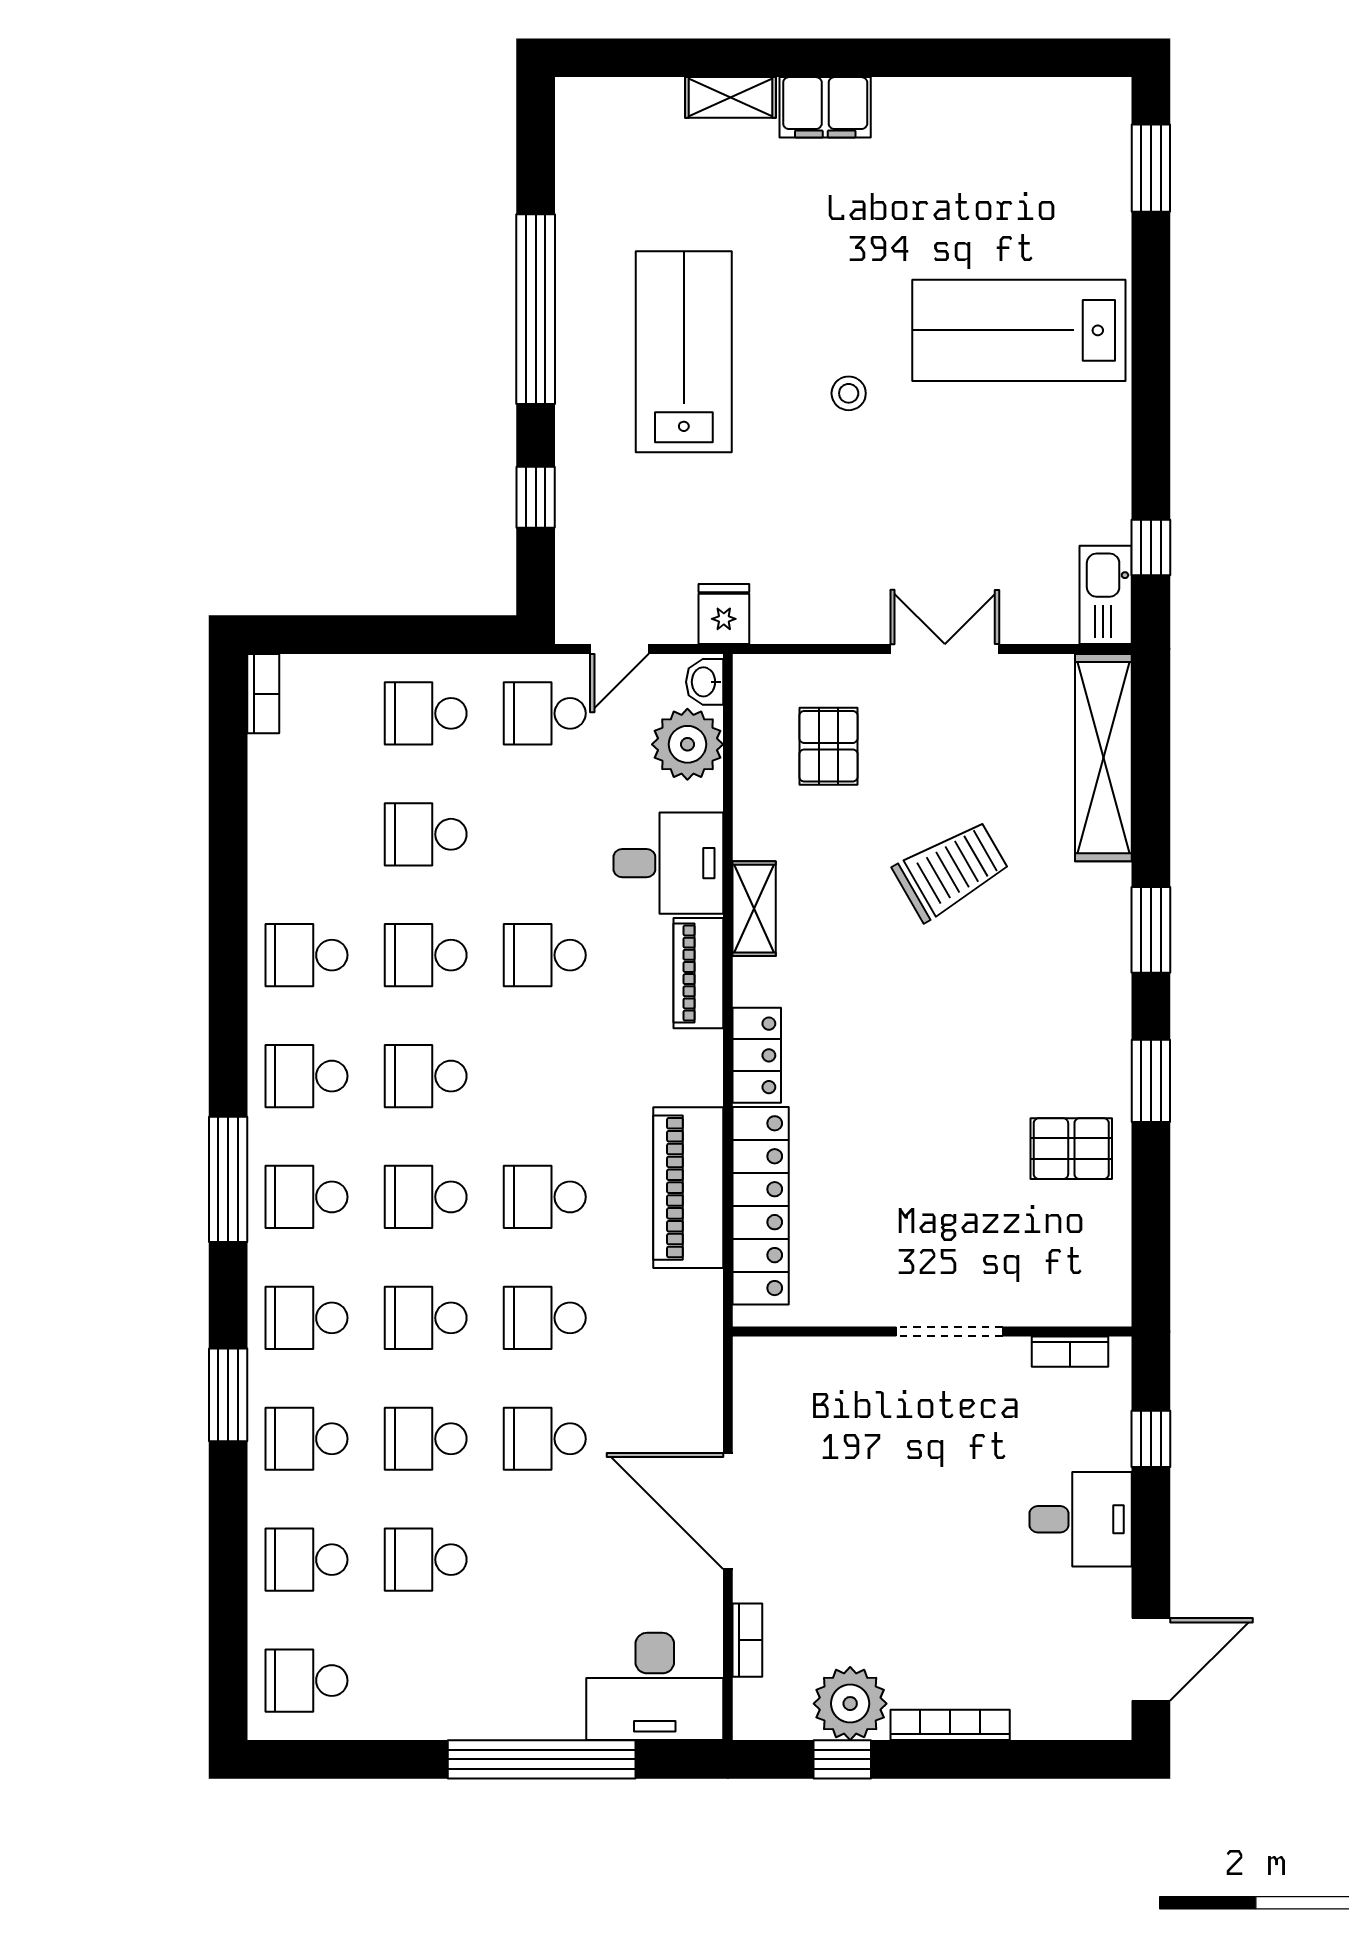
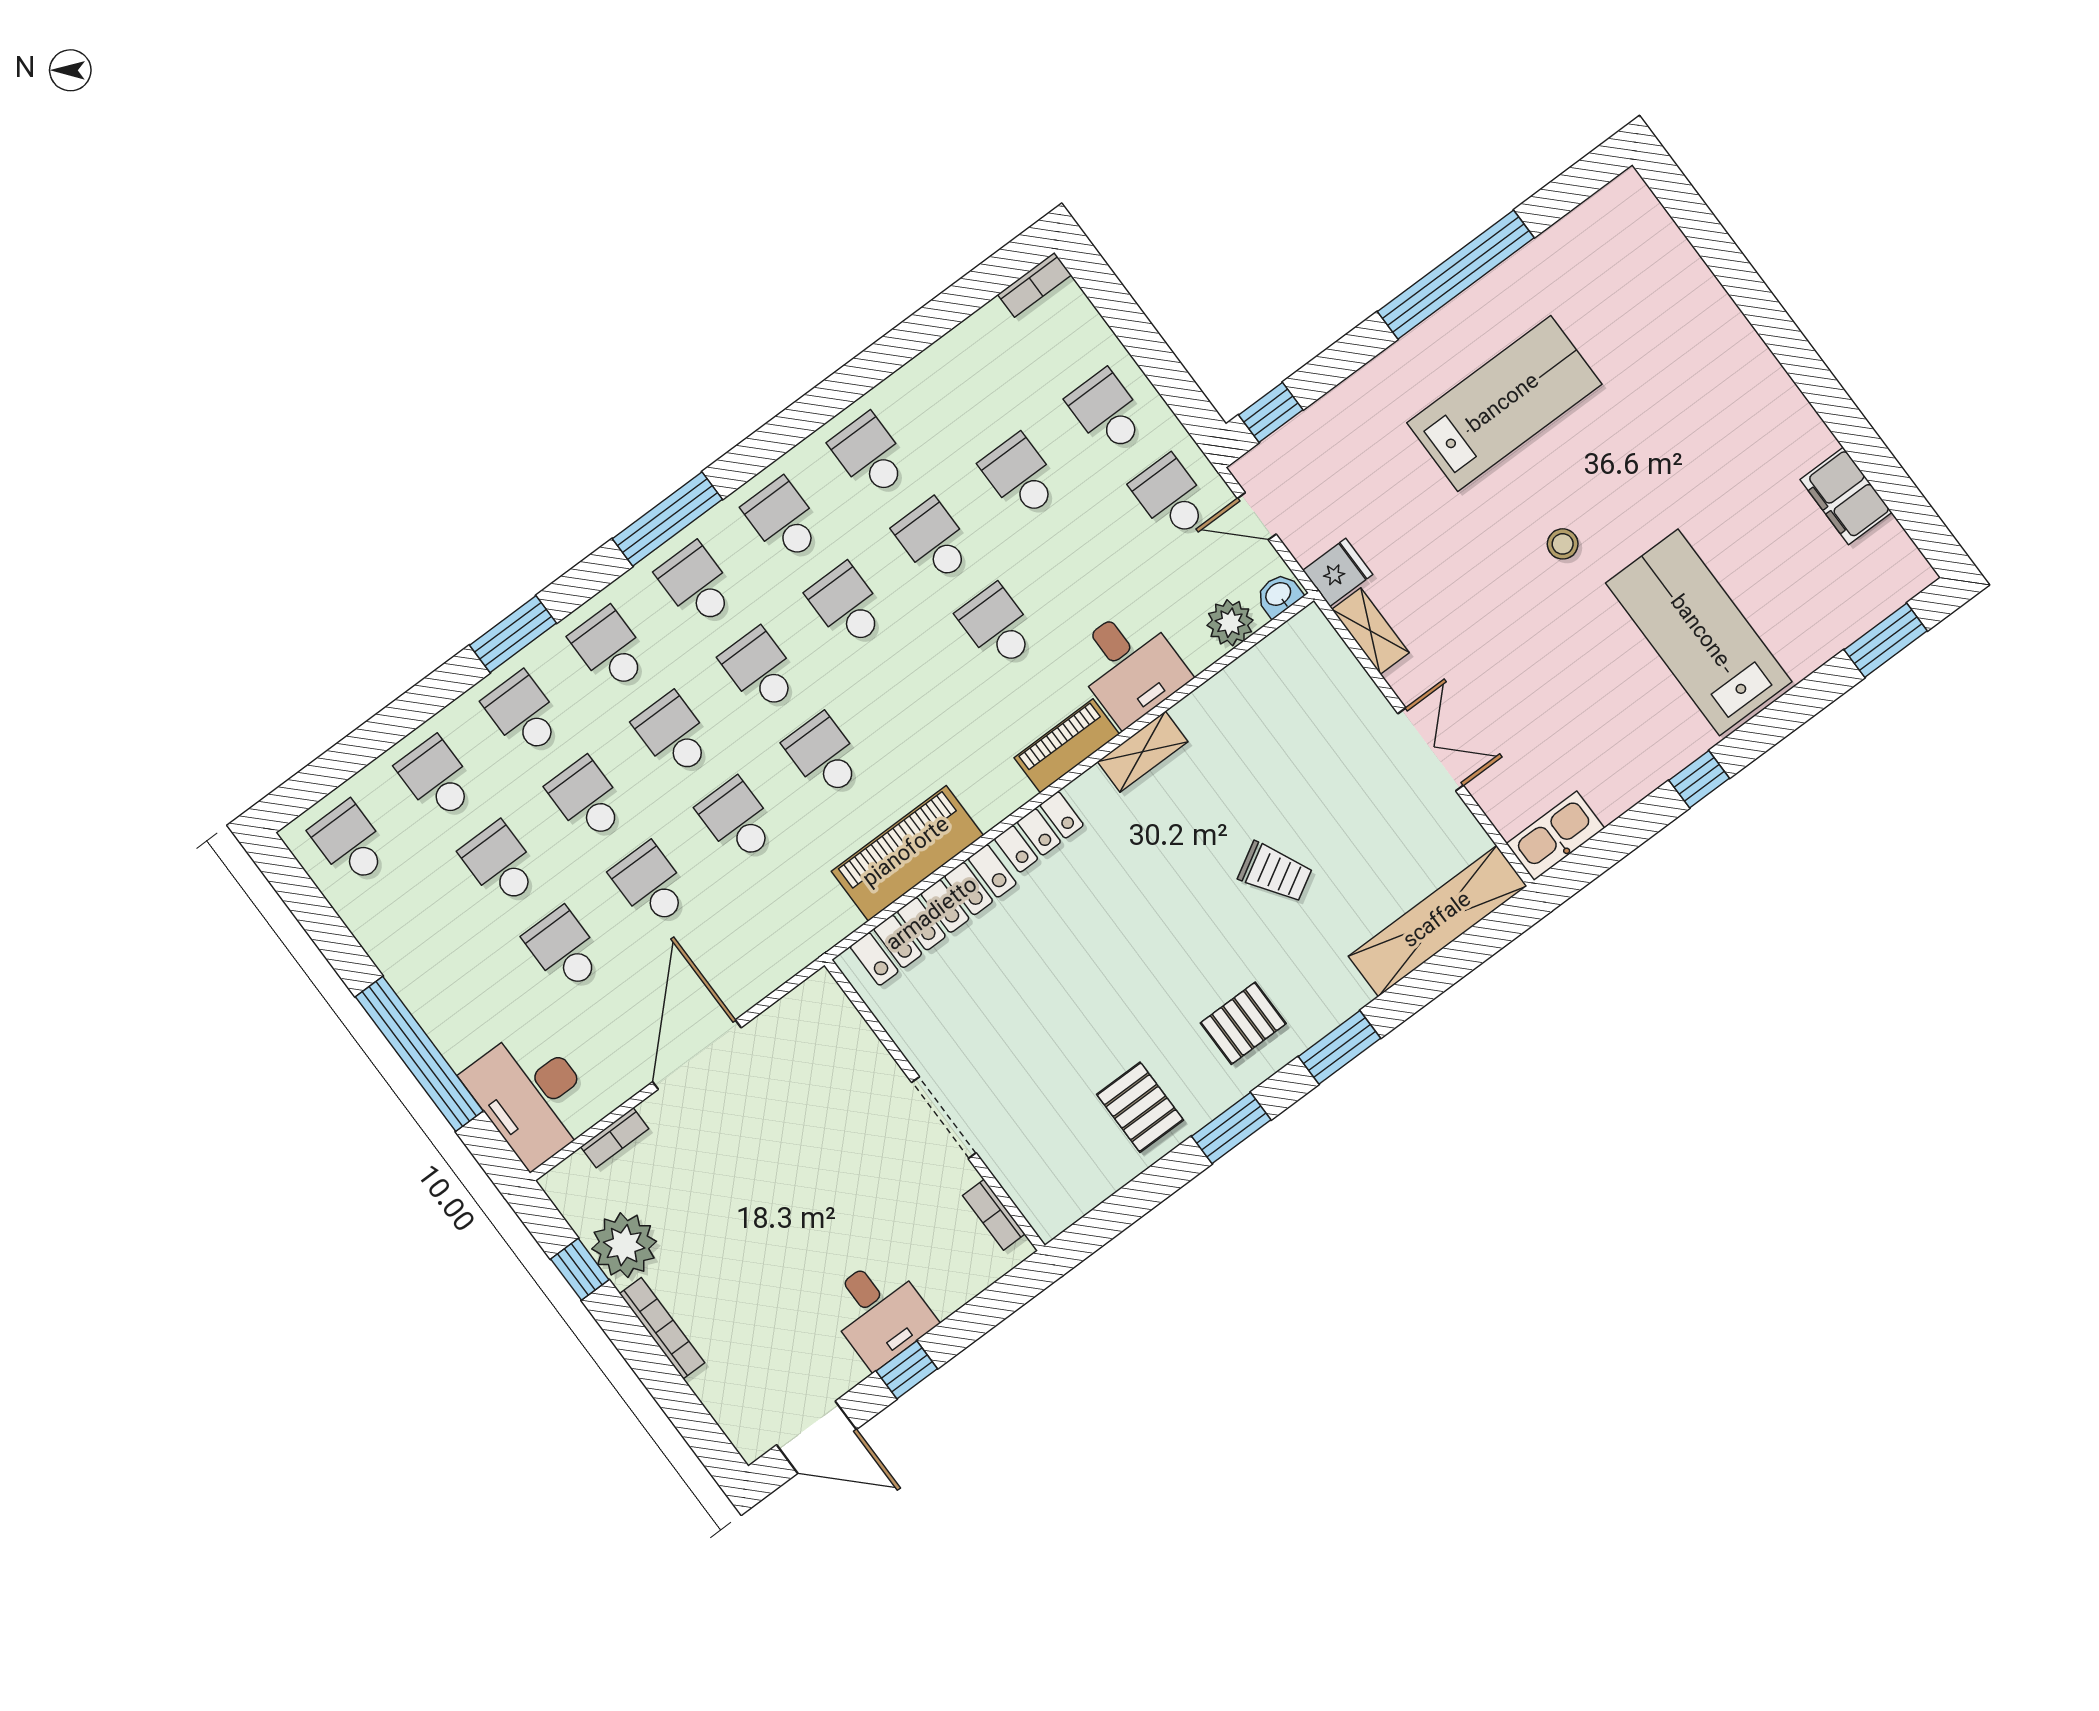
shelving: (730, 97) -> (1371, 631), moved
filing cabinet: (825, 107) -> (1846, 496), moved
window: (536, 497) -> (1271, 412), moved
window: (1151, 547) -> (1699, 779), moved
plant: (687, 744) -> (1230, 623), width x0.73, depth x0.73
pallet: (828, 746) -> (1243, 1023), moved
trolley: (951, 870) -> (1275, 872), width x0.73, depth x0.72
window: (1151, 1439) -> (907, 1370), moved
school desk: (545, 1560) -> (564, 949), added

